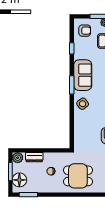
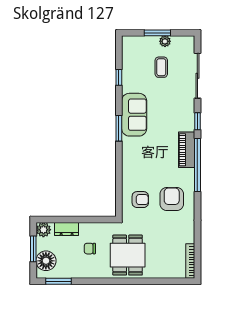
armchair: (85, 31) -> (140, 200), moved
side table: (83, 104) -> (134, 155), removed
dining table: (78, 176) -> (128, 255), turned 90

